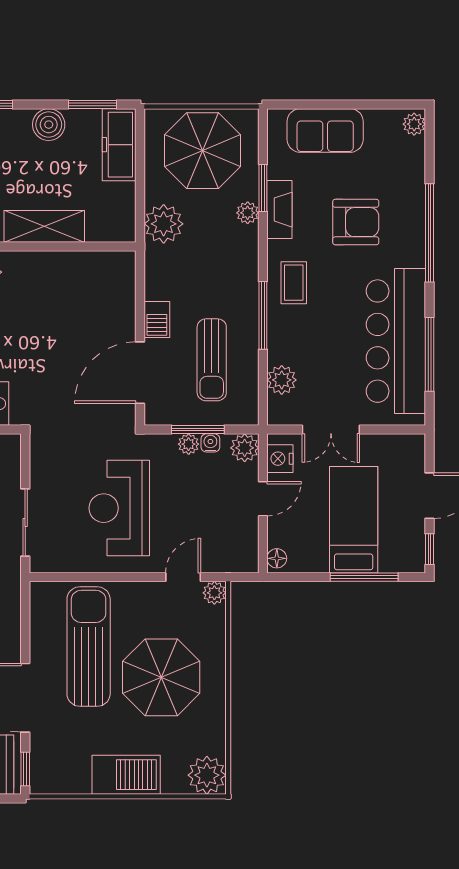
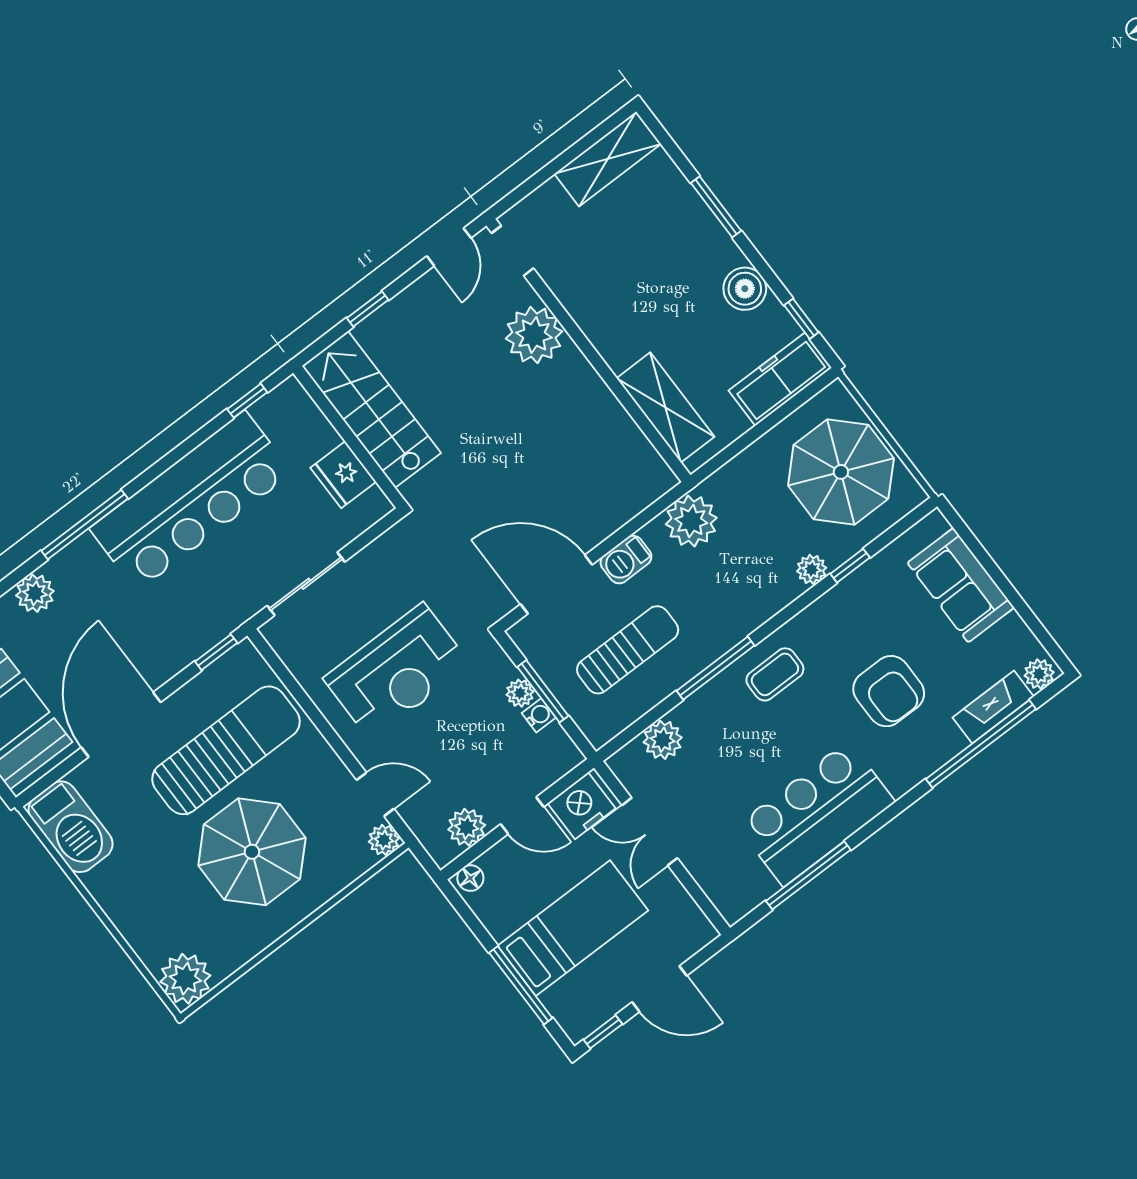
window: (93, 104) -> (801, 319), width x0.67
window: (263, 188) -> (850, 566), width x0.67
fireplace: (279, 210) -> (993, 707), moved, turned 180
plant: (164, 224) -> (691, 521), moved
shelving: (44, 226) -> (665, 407), moved
window: (430, 233) -> (981, 744), moved
bar counter: (396, 341) -> (816, 814), width x0.73
sun lounger: (212, 360) -> (628, 650), turned 180
plant: (245, 448) -> (467, 827), moved
nightstand: (280, 459) -> (582, 806), width x1.36, depth x1.33
reception desk: (119, 508) -> (397, 672), turned 180
window: (25, 769) -> (216, 652), moved
barbecue: (126, 775) -> (71, 827), moved

